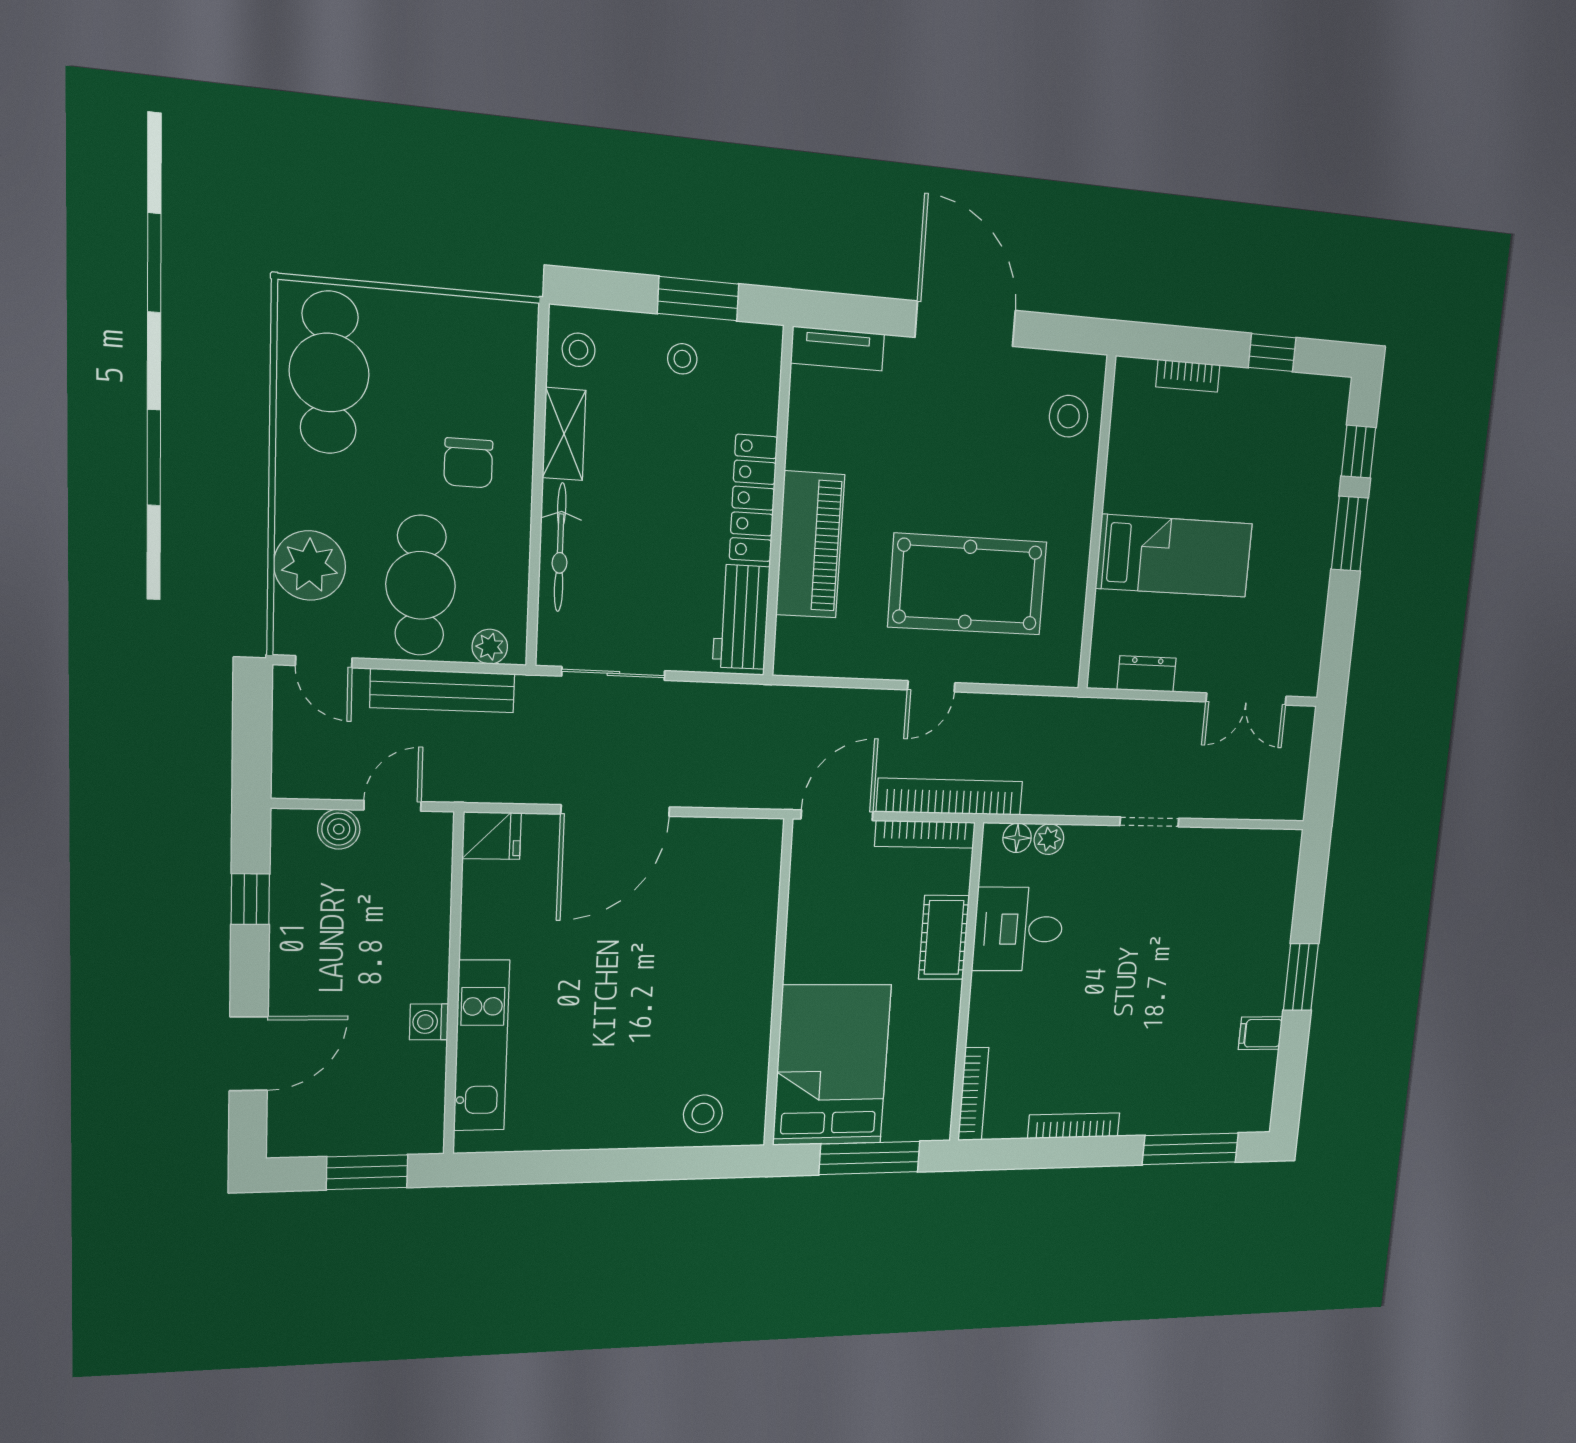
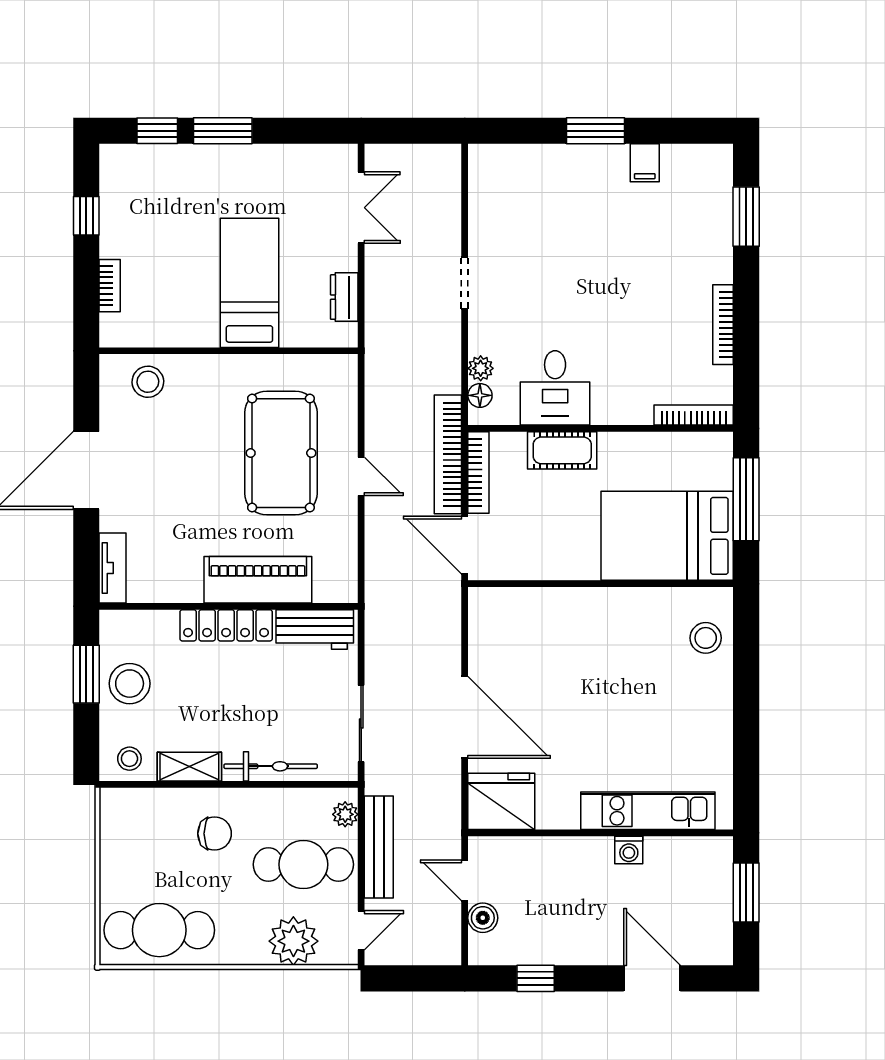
stool: (682, 359) -> (130, 684), width x1.89, depth x1.89
fridge: (492, 836) -> (501, 801), width x1.88, depth x1.34
window: (1190, 1149) -> (746, 217), width x0.69

